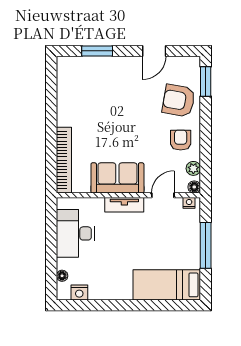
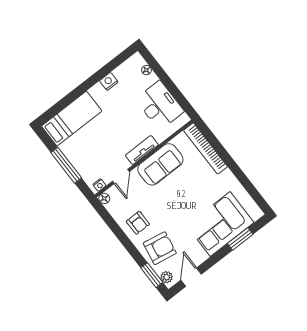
door: (154, 51) -> (191, 277), moved
corner sofa: (105, 79) -> (220, 224), added
plant: (193, 168) -> (167, 277), moved
nightstand: (79, 292) -> (109, 81), moved

